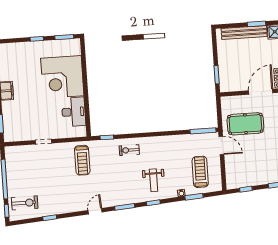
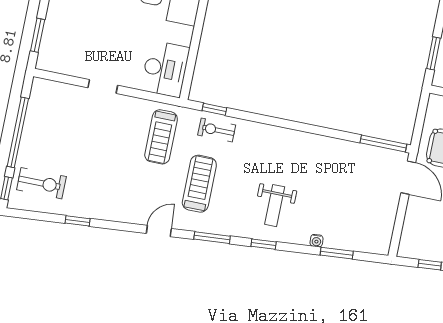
desk: (74, 112) -> (165, 69), moved
exercise bike: (129, 150) -> (217, 130), moved
treadmill: (200, 172) -> (199, 184), moved

